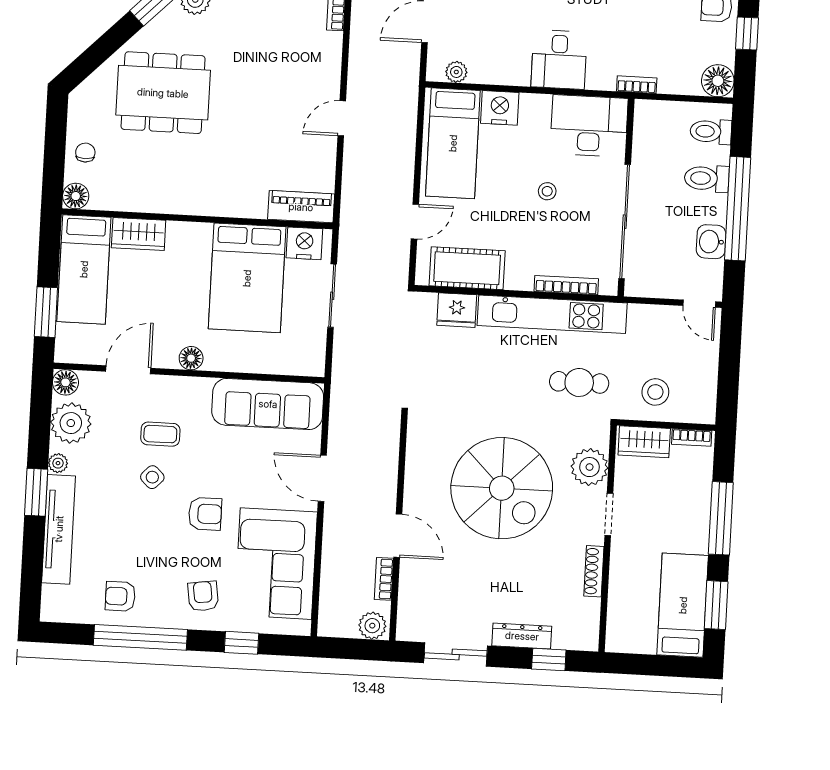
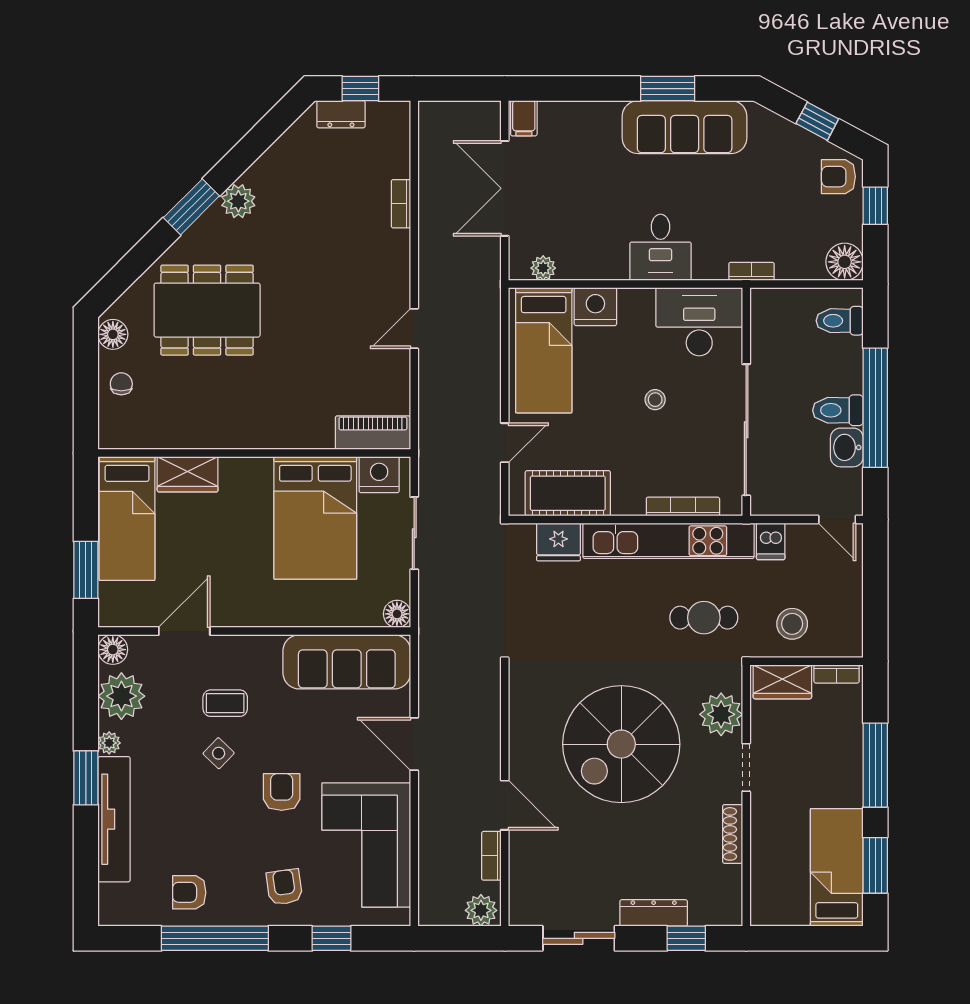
toilet: (707, 178) -> (838, 410), moved
floor lamp: (76, 196) -> (113, 334), moved
dishwasher: (641, 320) -> (771, 541), added
floor lamp: (191, 358) -> (397, 614), moved
spiral stairs: (502, 488) -> (621, 744), turned 90
armchair: (205, 514) -> (282, 792), turned -90

